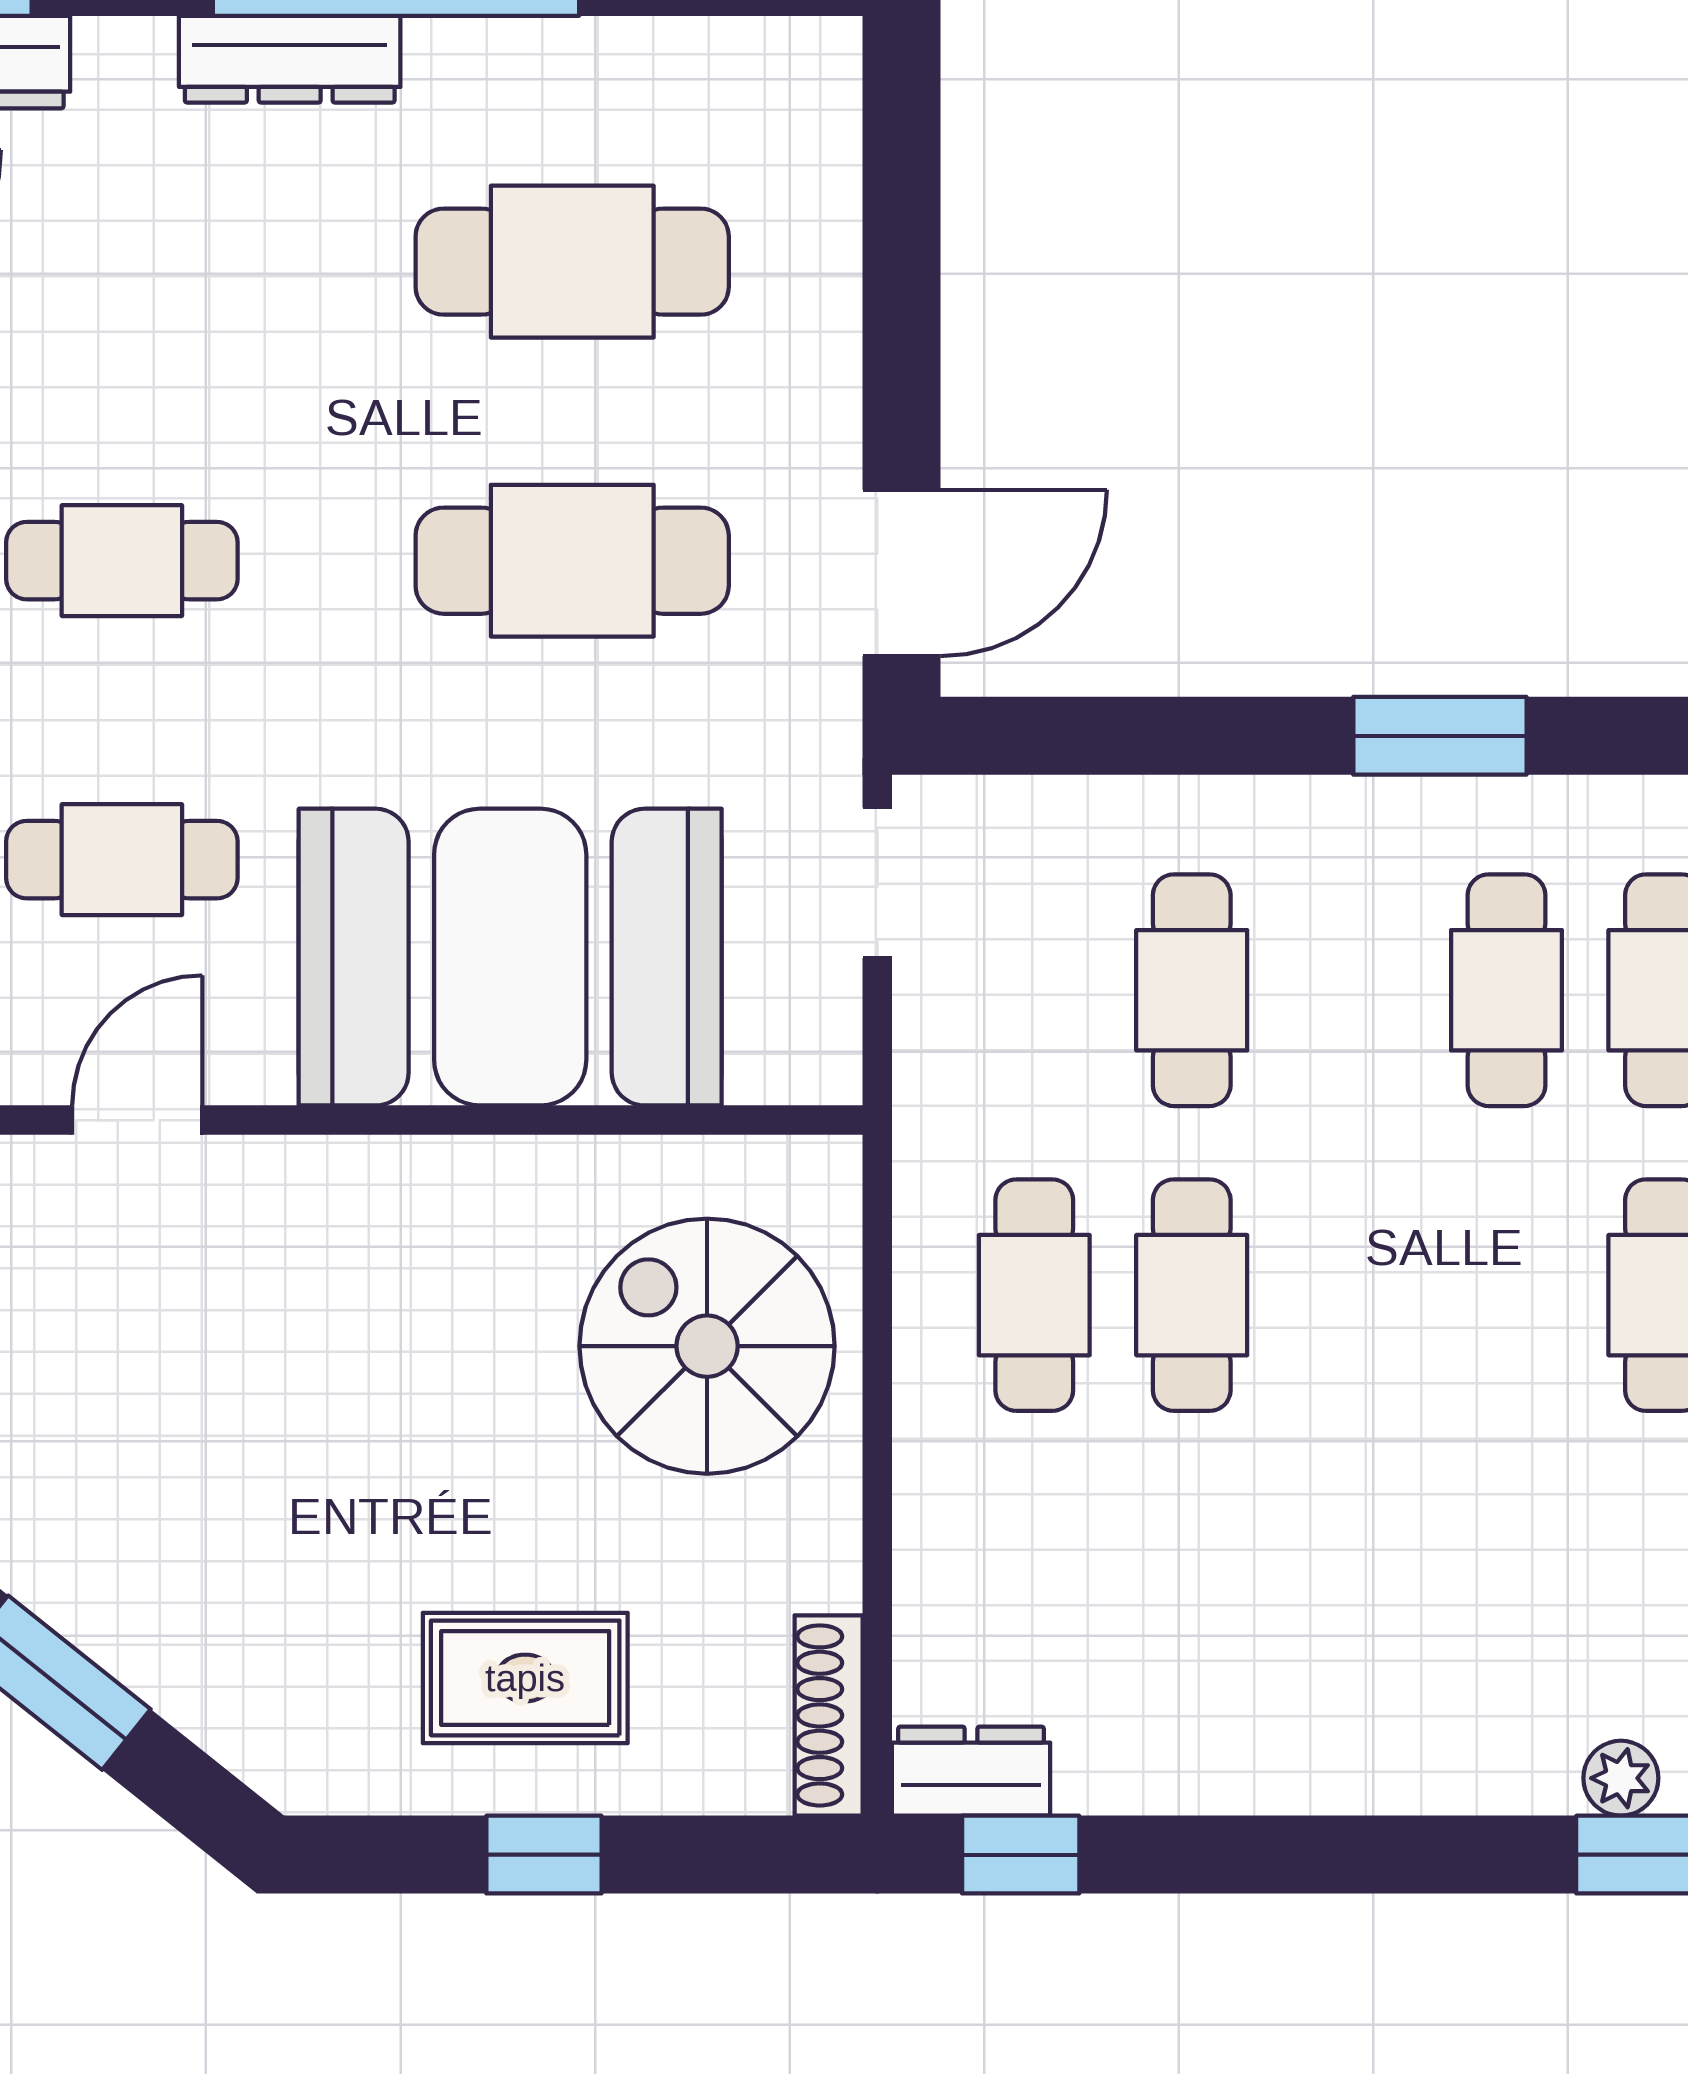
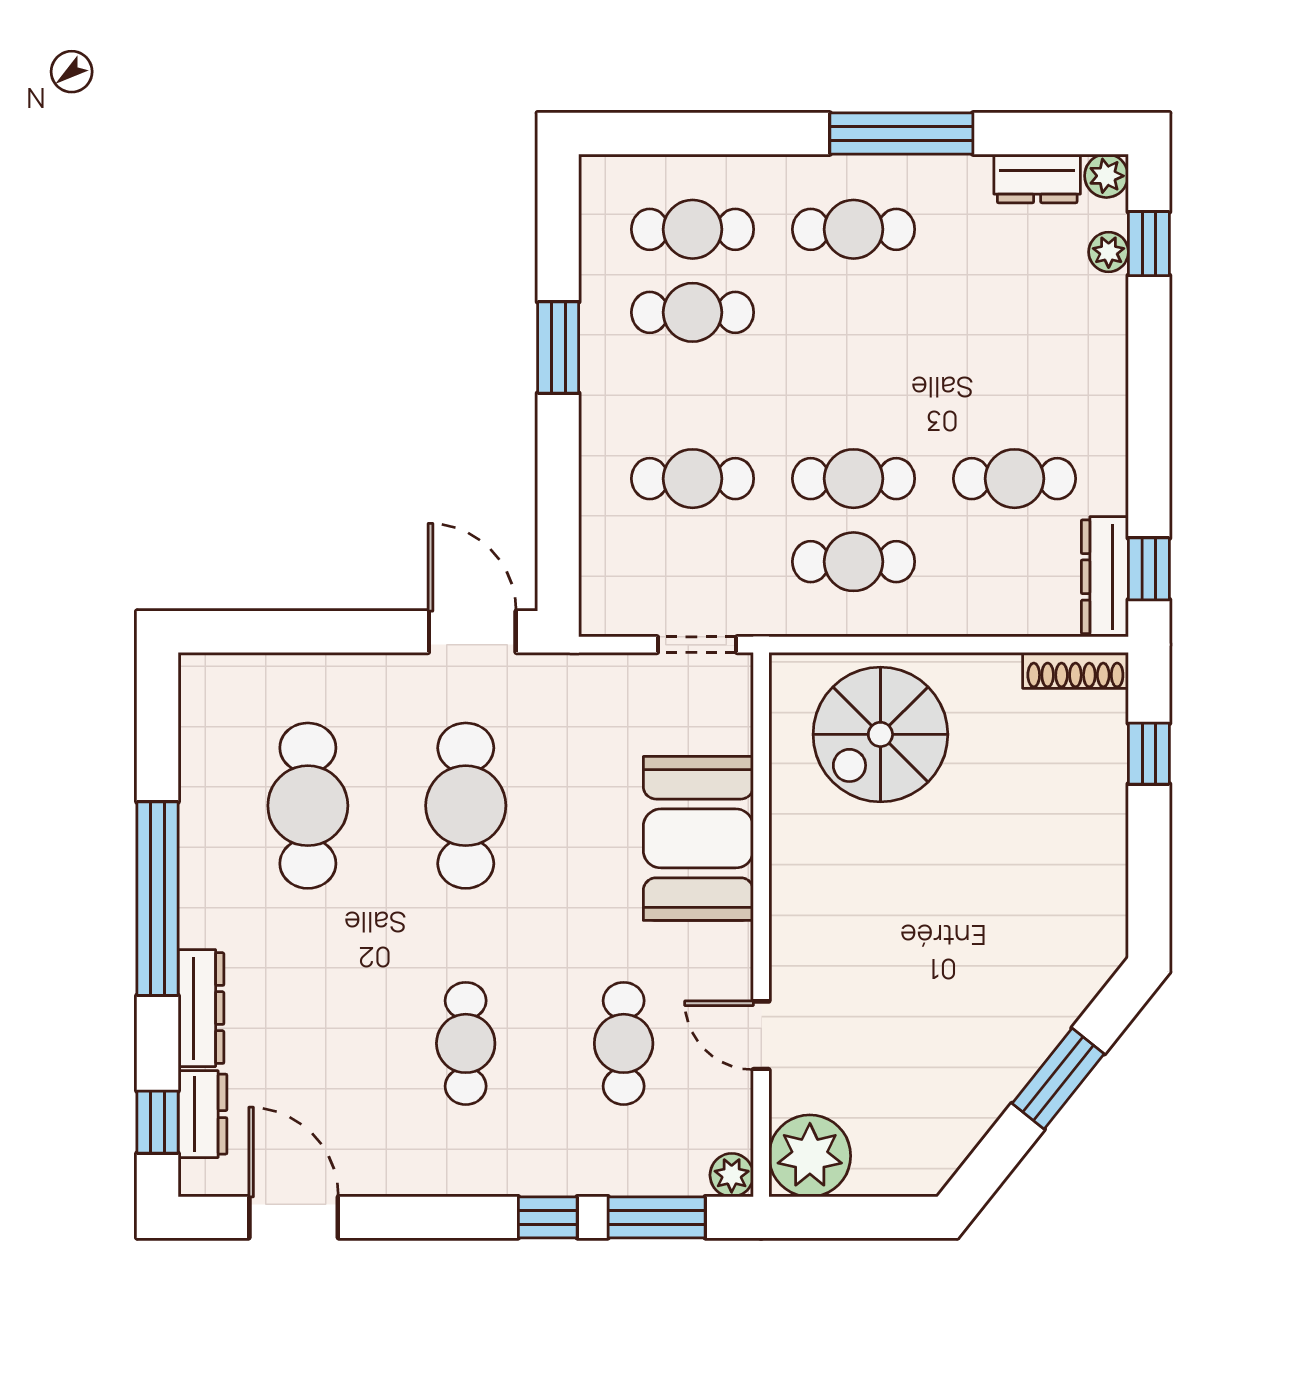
dresser: (290, 59) -> (201, 1008), moved
doorway: (877, 883) -> (697, 645), moved
booth: (510, 957) -> (698, 838), width x0.73, depth x0.70
cafe table: (1192, 1600) -> (1015, 479), added
rug: (525, 1678) -> (1056, 830), removed
dresser: (971, 1771) -> (1105, 577), width x1.44
window: (544, 1855) -> (1149, 754), moved

